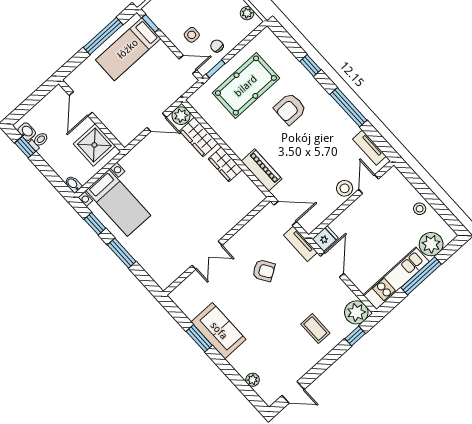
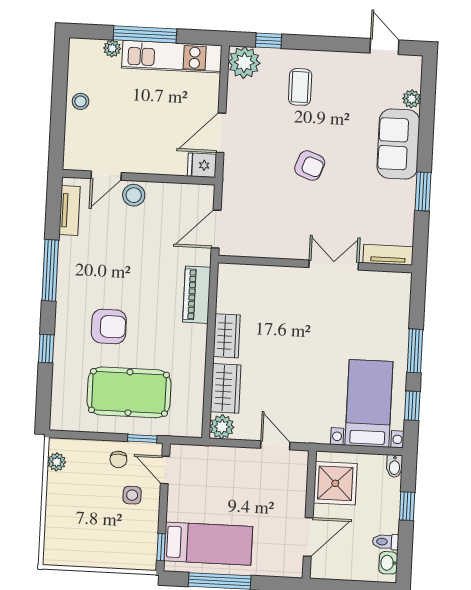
door: (157, 122) -> (275, 445), moved
window: (25, 147) -> (407, 506), moved
door: (285, 213) -> (216, 229), hinge flipped
tv unit: (300, 244) -> (388, 255), moved, turned -90
plant: (431, 244) -> (112, 48), width x0.53, depth x0.53
armchair: (264, 270) -> (310, 166), moved, turned 142
sofa: (219, 331) -> (398, 144), moved

